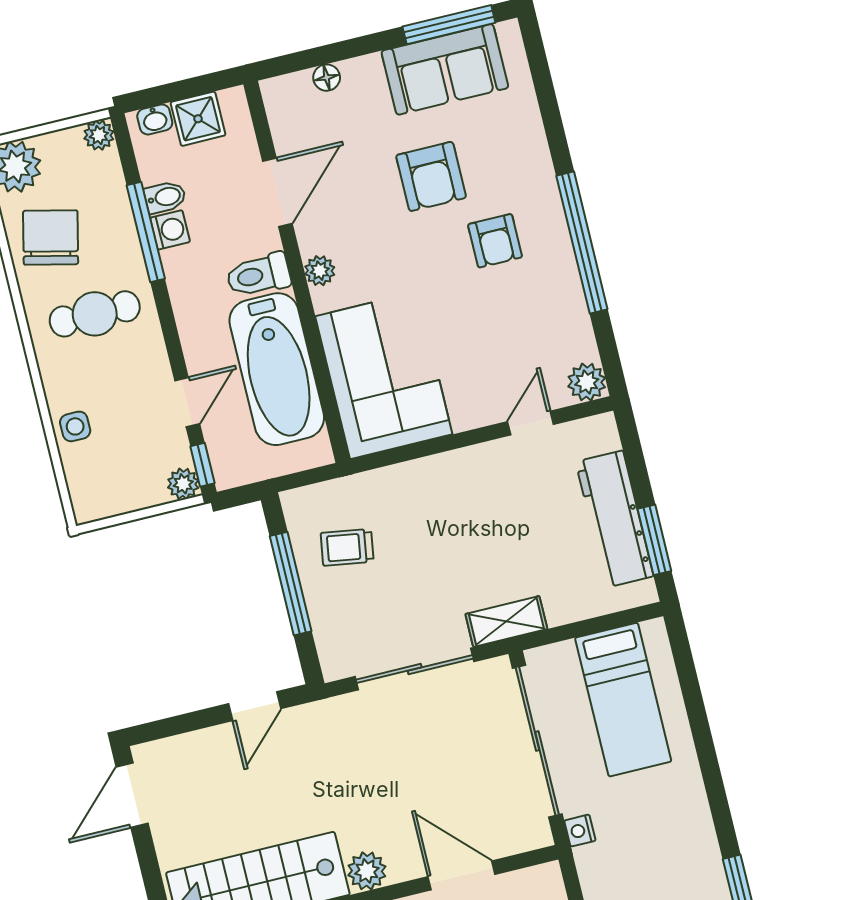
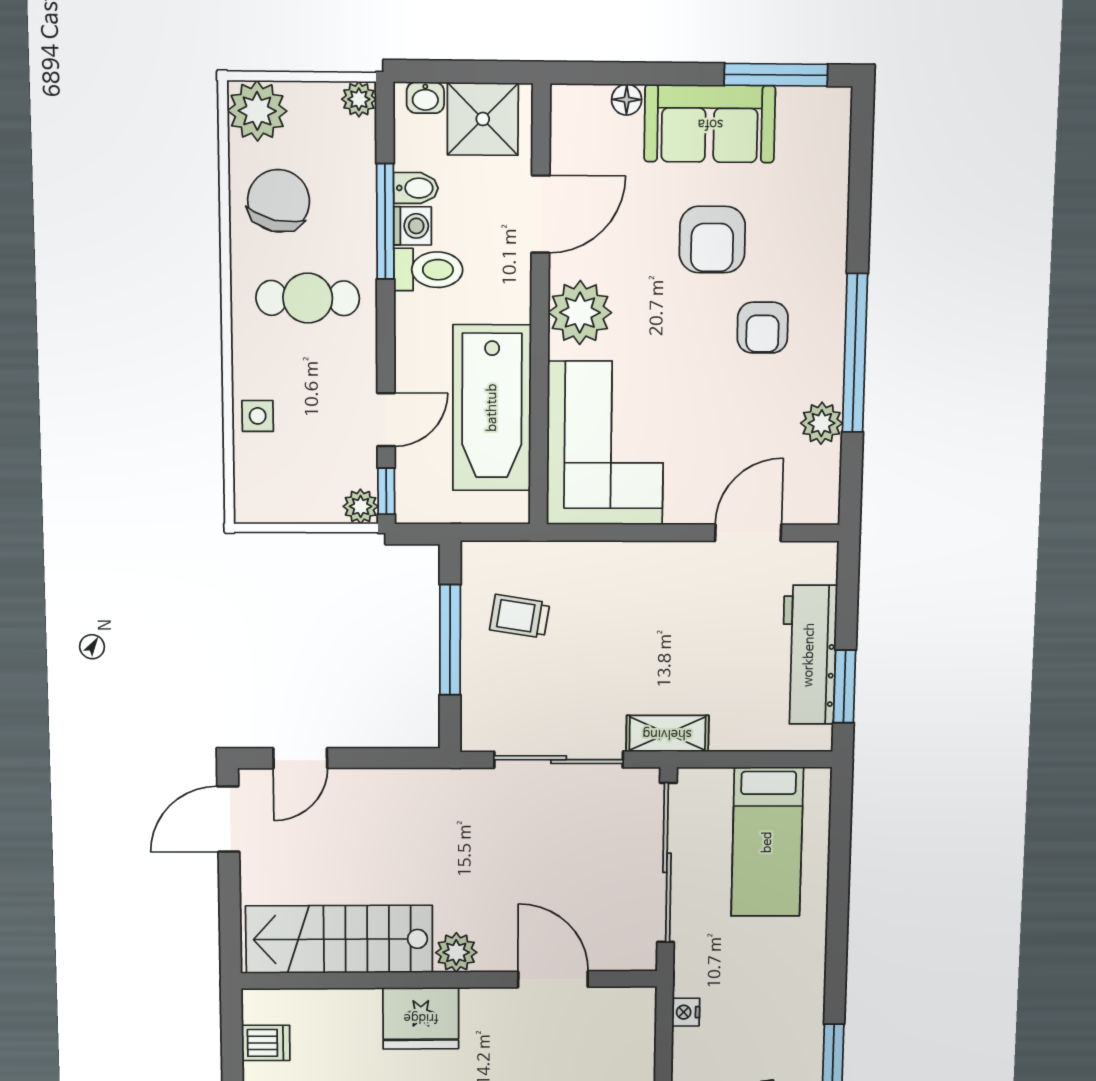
sofa: (445, 69) -> (710, 124), moved
shower: (198, 119) -> (483, 119), width x1.36, depth x1.36
plant: (320, 271) -> (580, 313), width x1.88, depth x1.88
toilet: (258, 275) -> (428, 270), moved, turned 180
plant: (587, 382) -> (822, 423), moved
door: (531, 423) -> (748, 533), width x1.38
door: (255, 706) -> (300, 758), moved
nightstand: (580, 831) -> (686, 1012), moved

